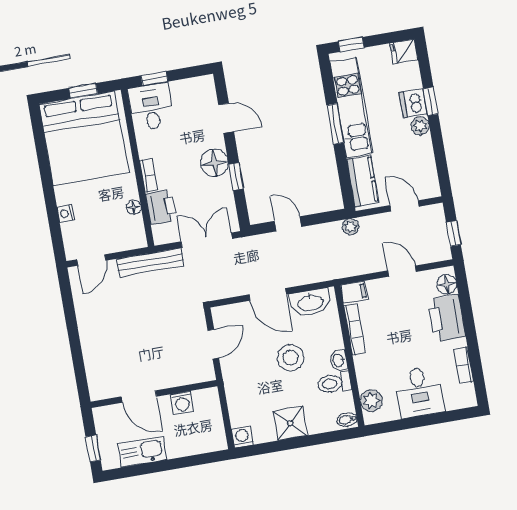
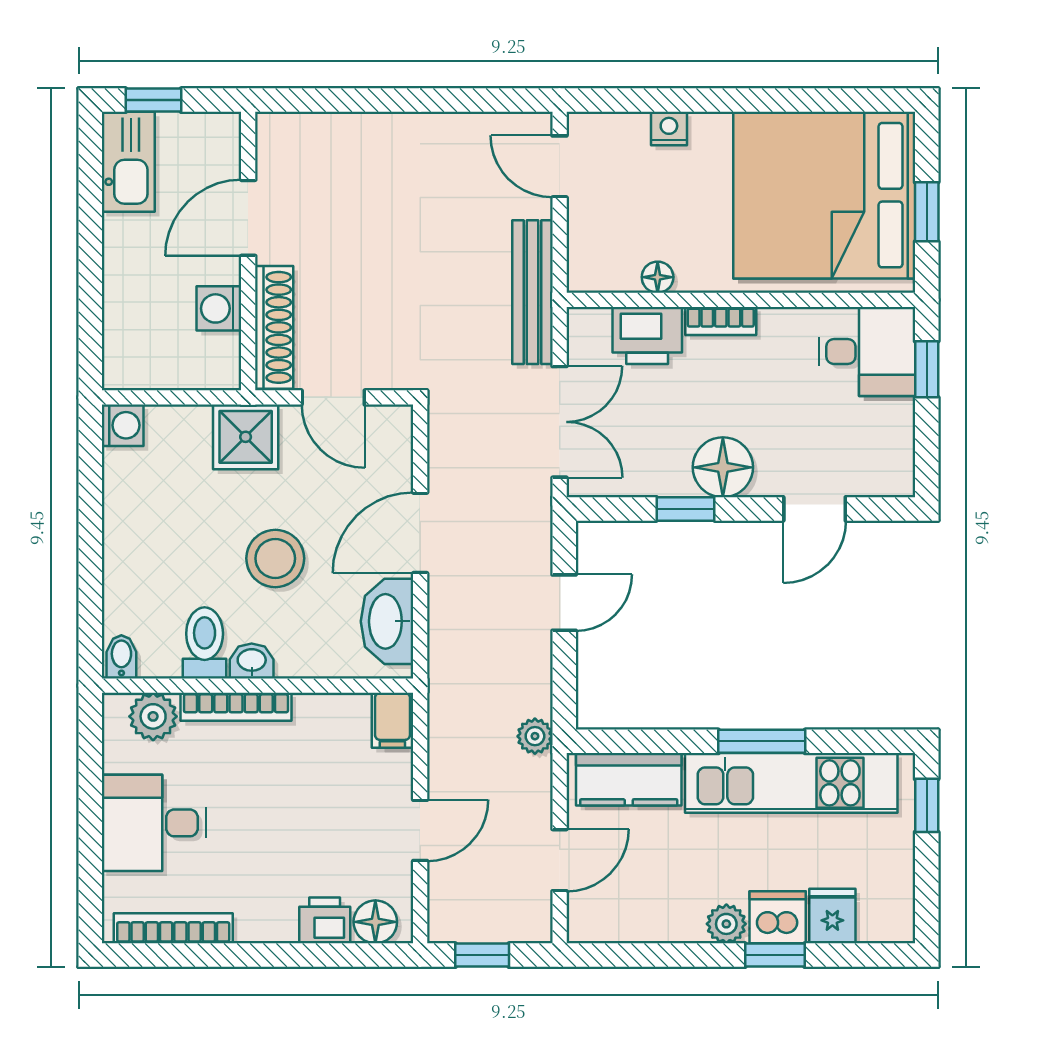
fridge: (404, 52) -> (832, 916), moved
printer: (447, 318) -> (325, 920), width x0.53, depth x0.68
bookcase: (354, 329) -> (236, 707), moved
bookcase: (464, 365) -> (173, 928), width x1.56
shoe rack: (186, 376) -> (274, 327), added
shower: (290, 423) -> (246, 437), moved
kitchen sink: (142, 452) -> (128, 162), moved

